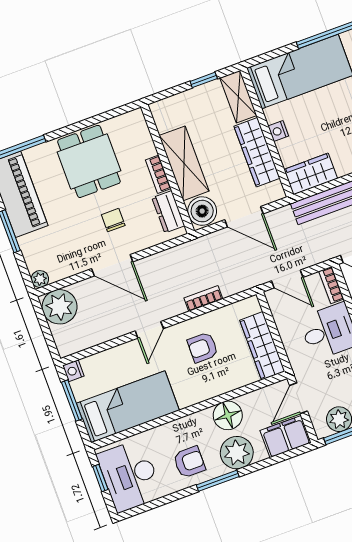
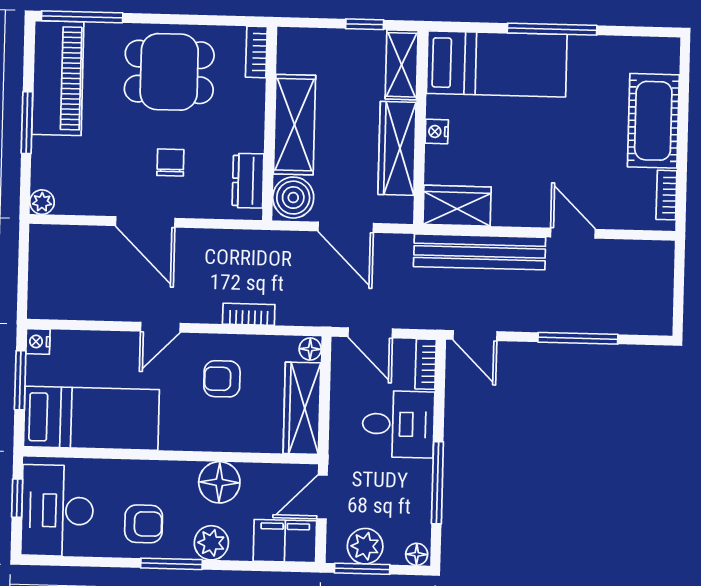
dining table: (89, 161) -> (169, 72), turned 90
bookcase: (158, 174) -> (256, 52), moved
floor lamp: (252, 305) -> (310, 349), added
plant: (60, 307) -> (53, 249), removed
plant: (237, 453) -> (211, 543), width x0.73, depth x0.73

